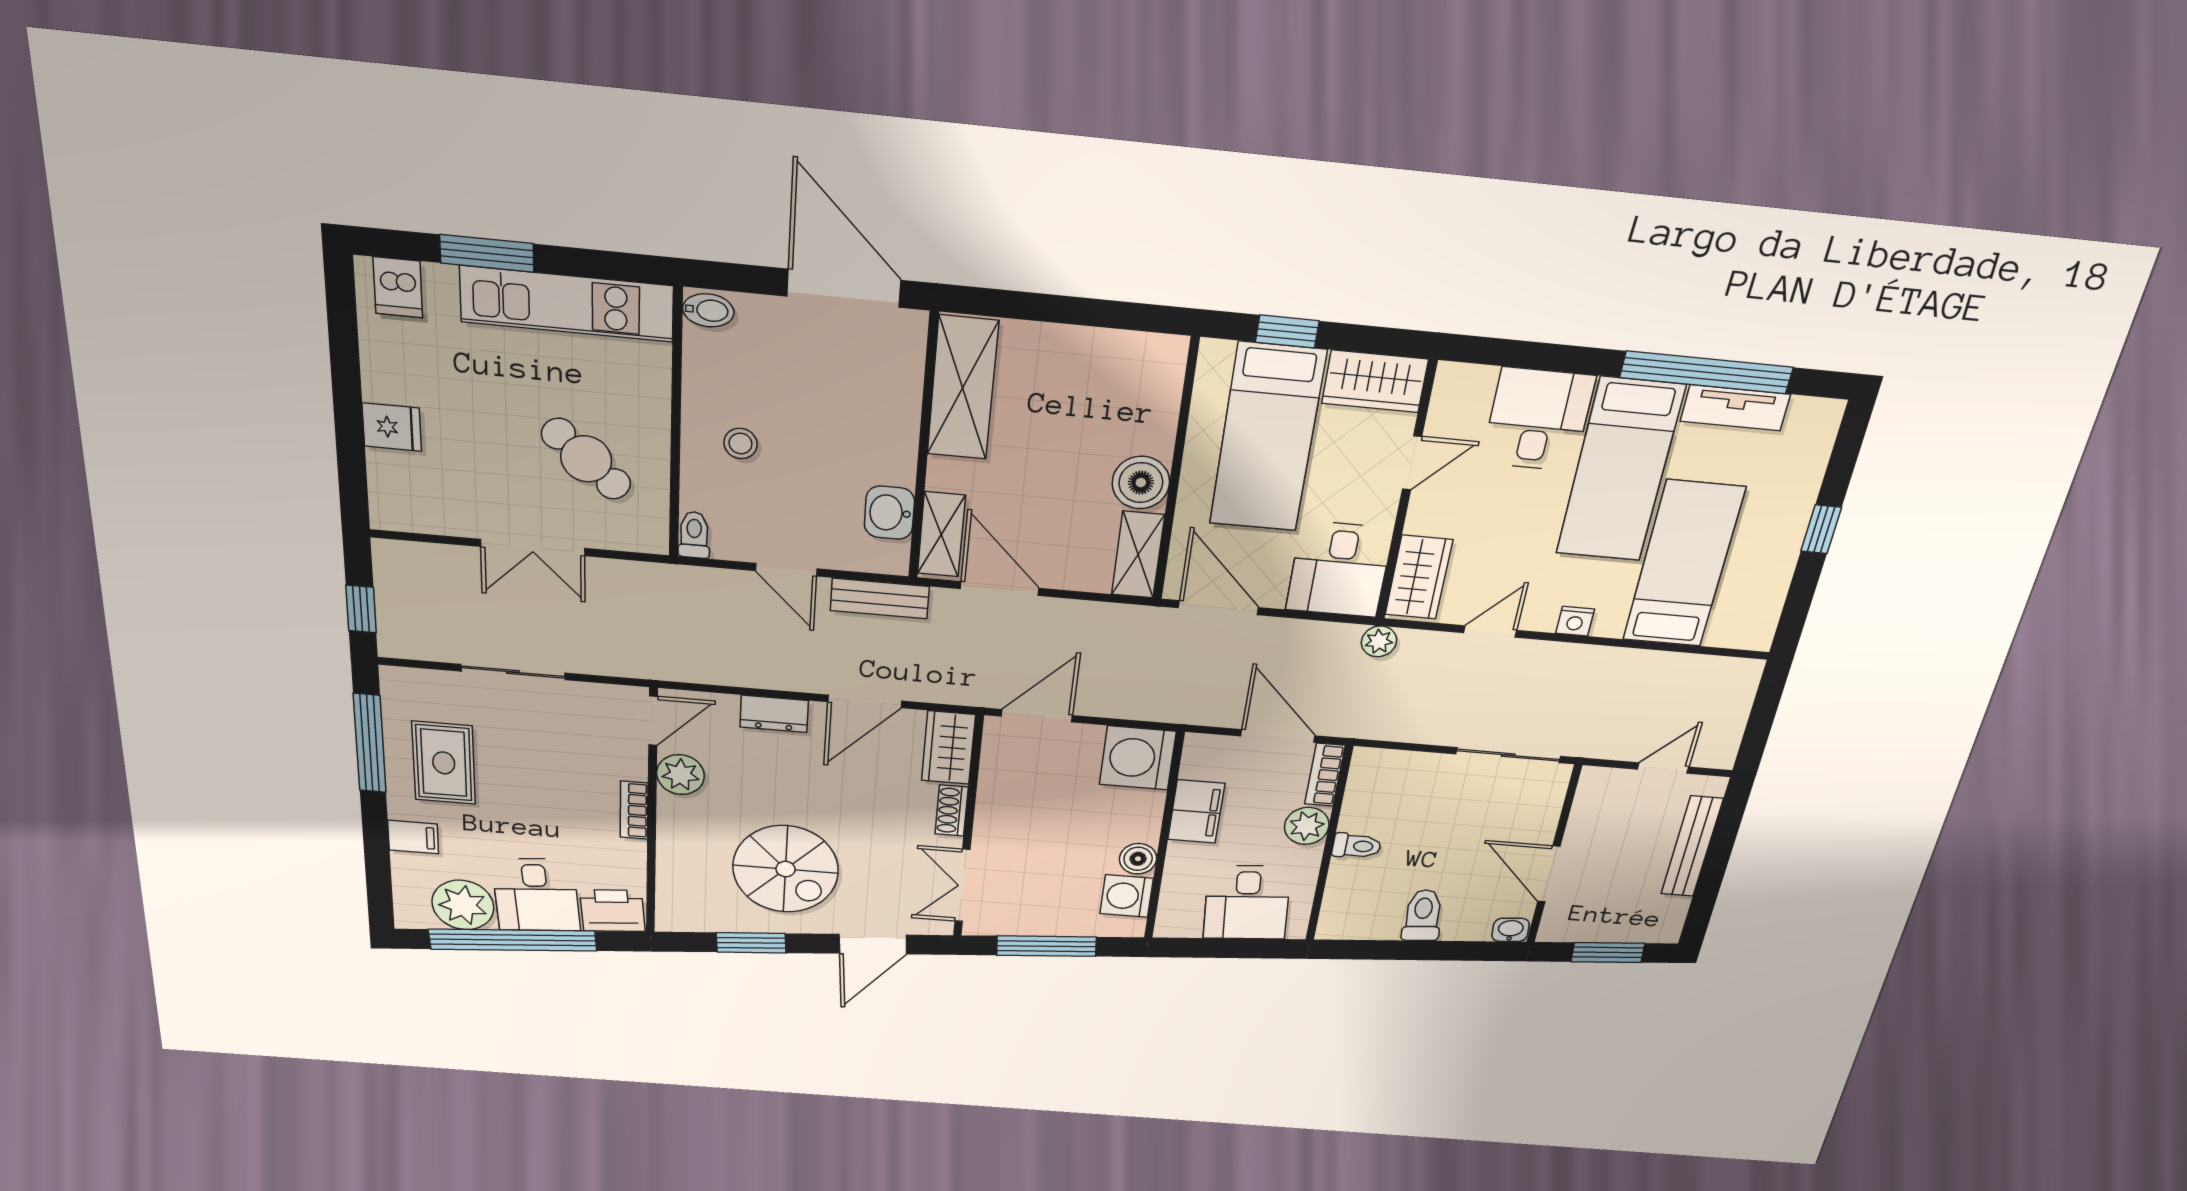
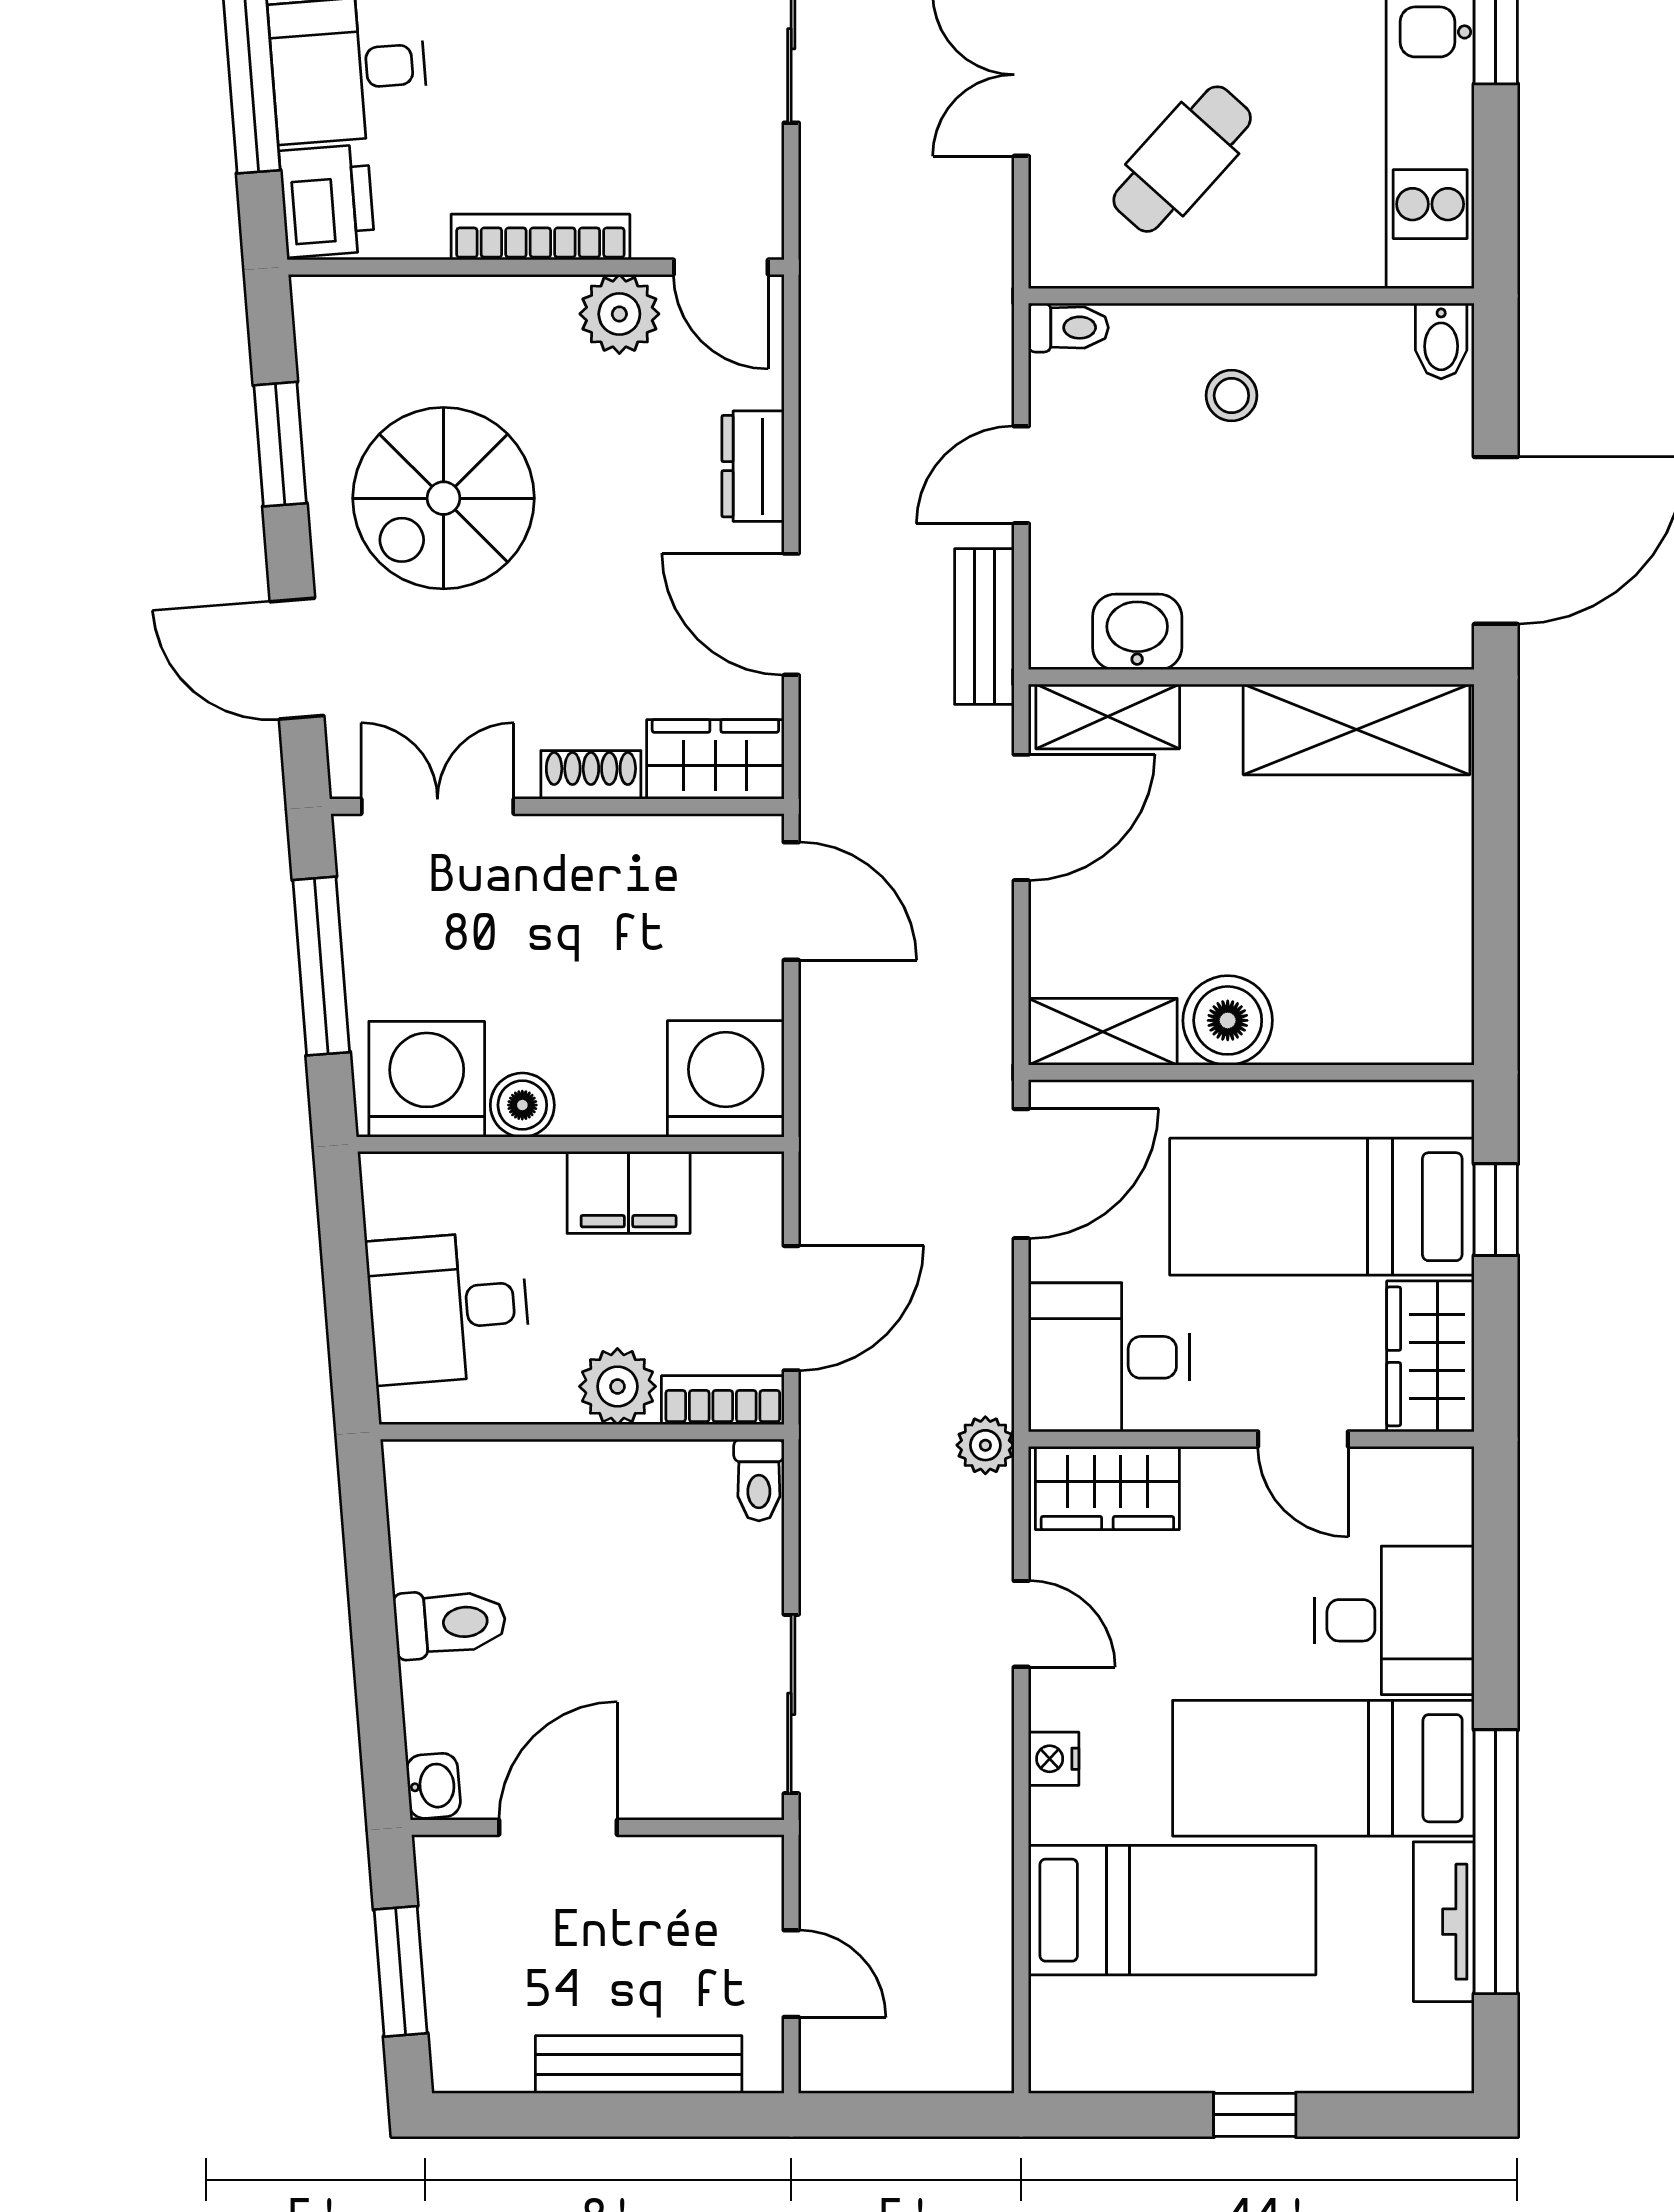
bookcase: (634, 810) -> (540, 237), width x1.56
toilet: (1357, 846) -> (759, 1480), moved
washing machine: (1127, 896) -> (427, 1079), width x1.37, depth x1.37

